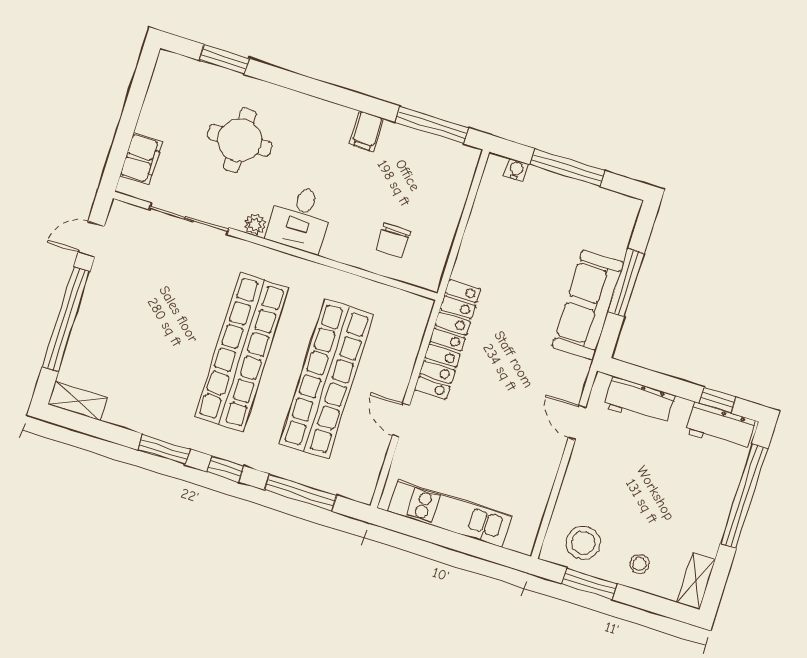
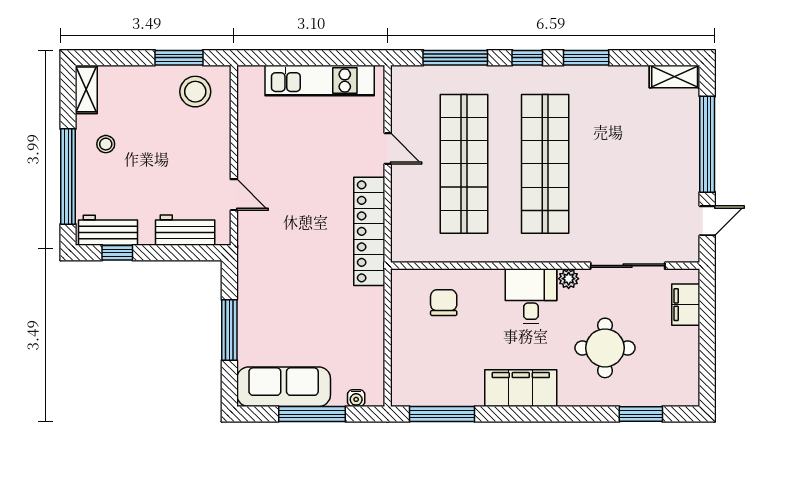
filing cabinet: (367, 131) -> (521, 388), width x3.00, depth x1.17
sofa: (588, 305) -> (284, 387), moved, turned -90
stool: (639, 564) -> (106, 144), moved

